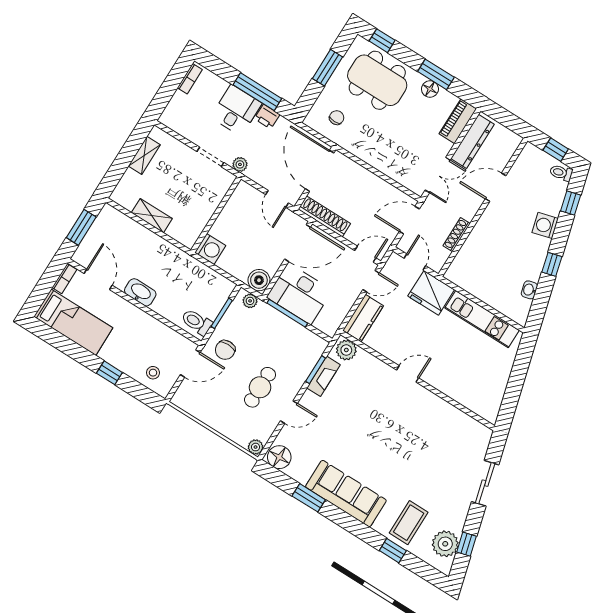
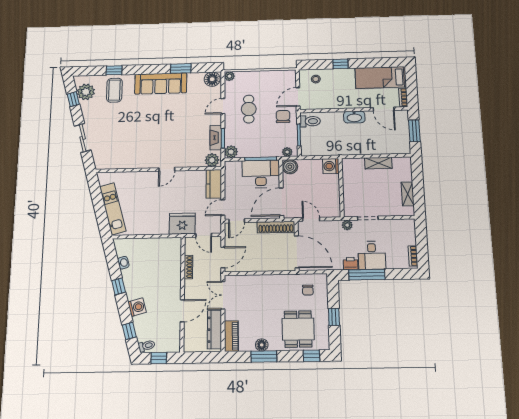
window: (328, 68) -> (334, 317), width x0.67
dining table: (377, 80) -> (298, 329), width x0.73
kitchen unit: (482, 319) -> (113, 209), moved, turned 75
plant: (317, 346) -> (231, 152), added

